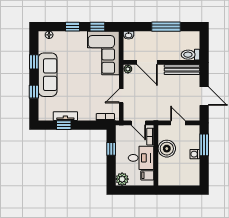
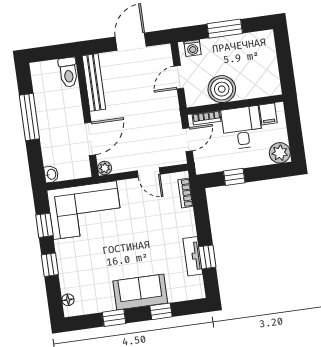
sofa: (48, 75) -> (140, 292), width x0.73
window: (204, 145) -> (225, 29), moved
washing machine: (195, 154) -> (193, 48), moved

